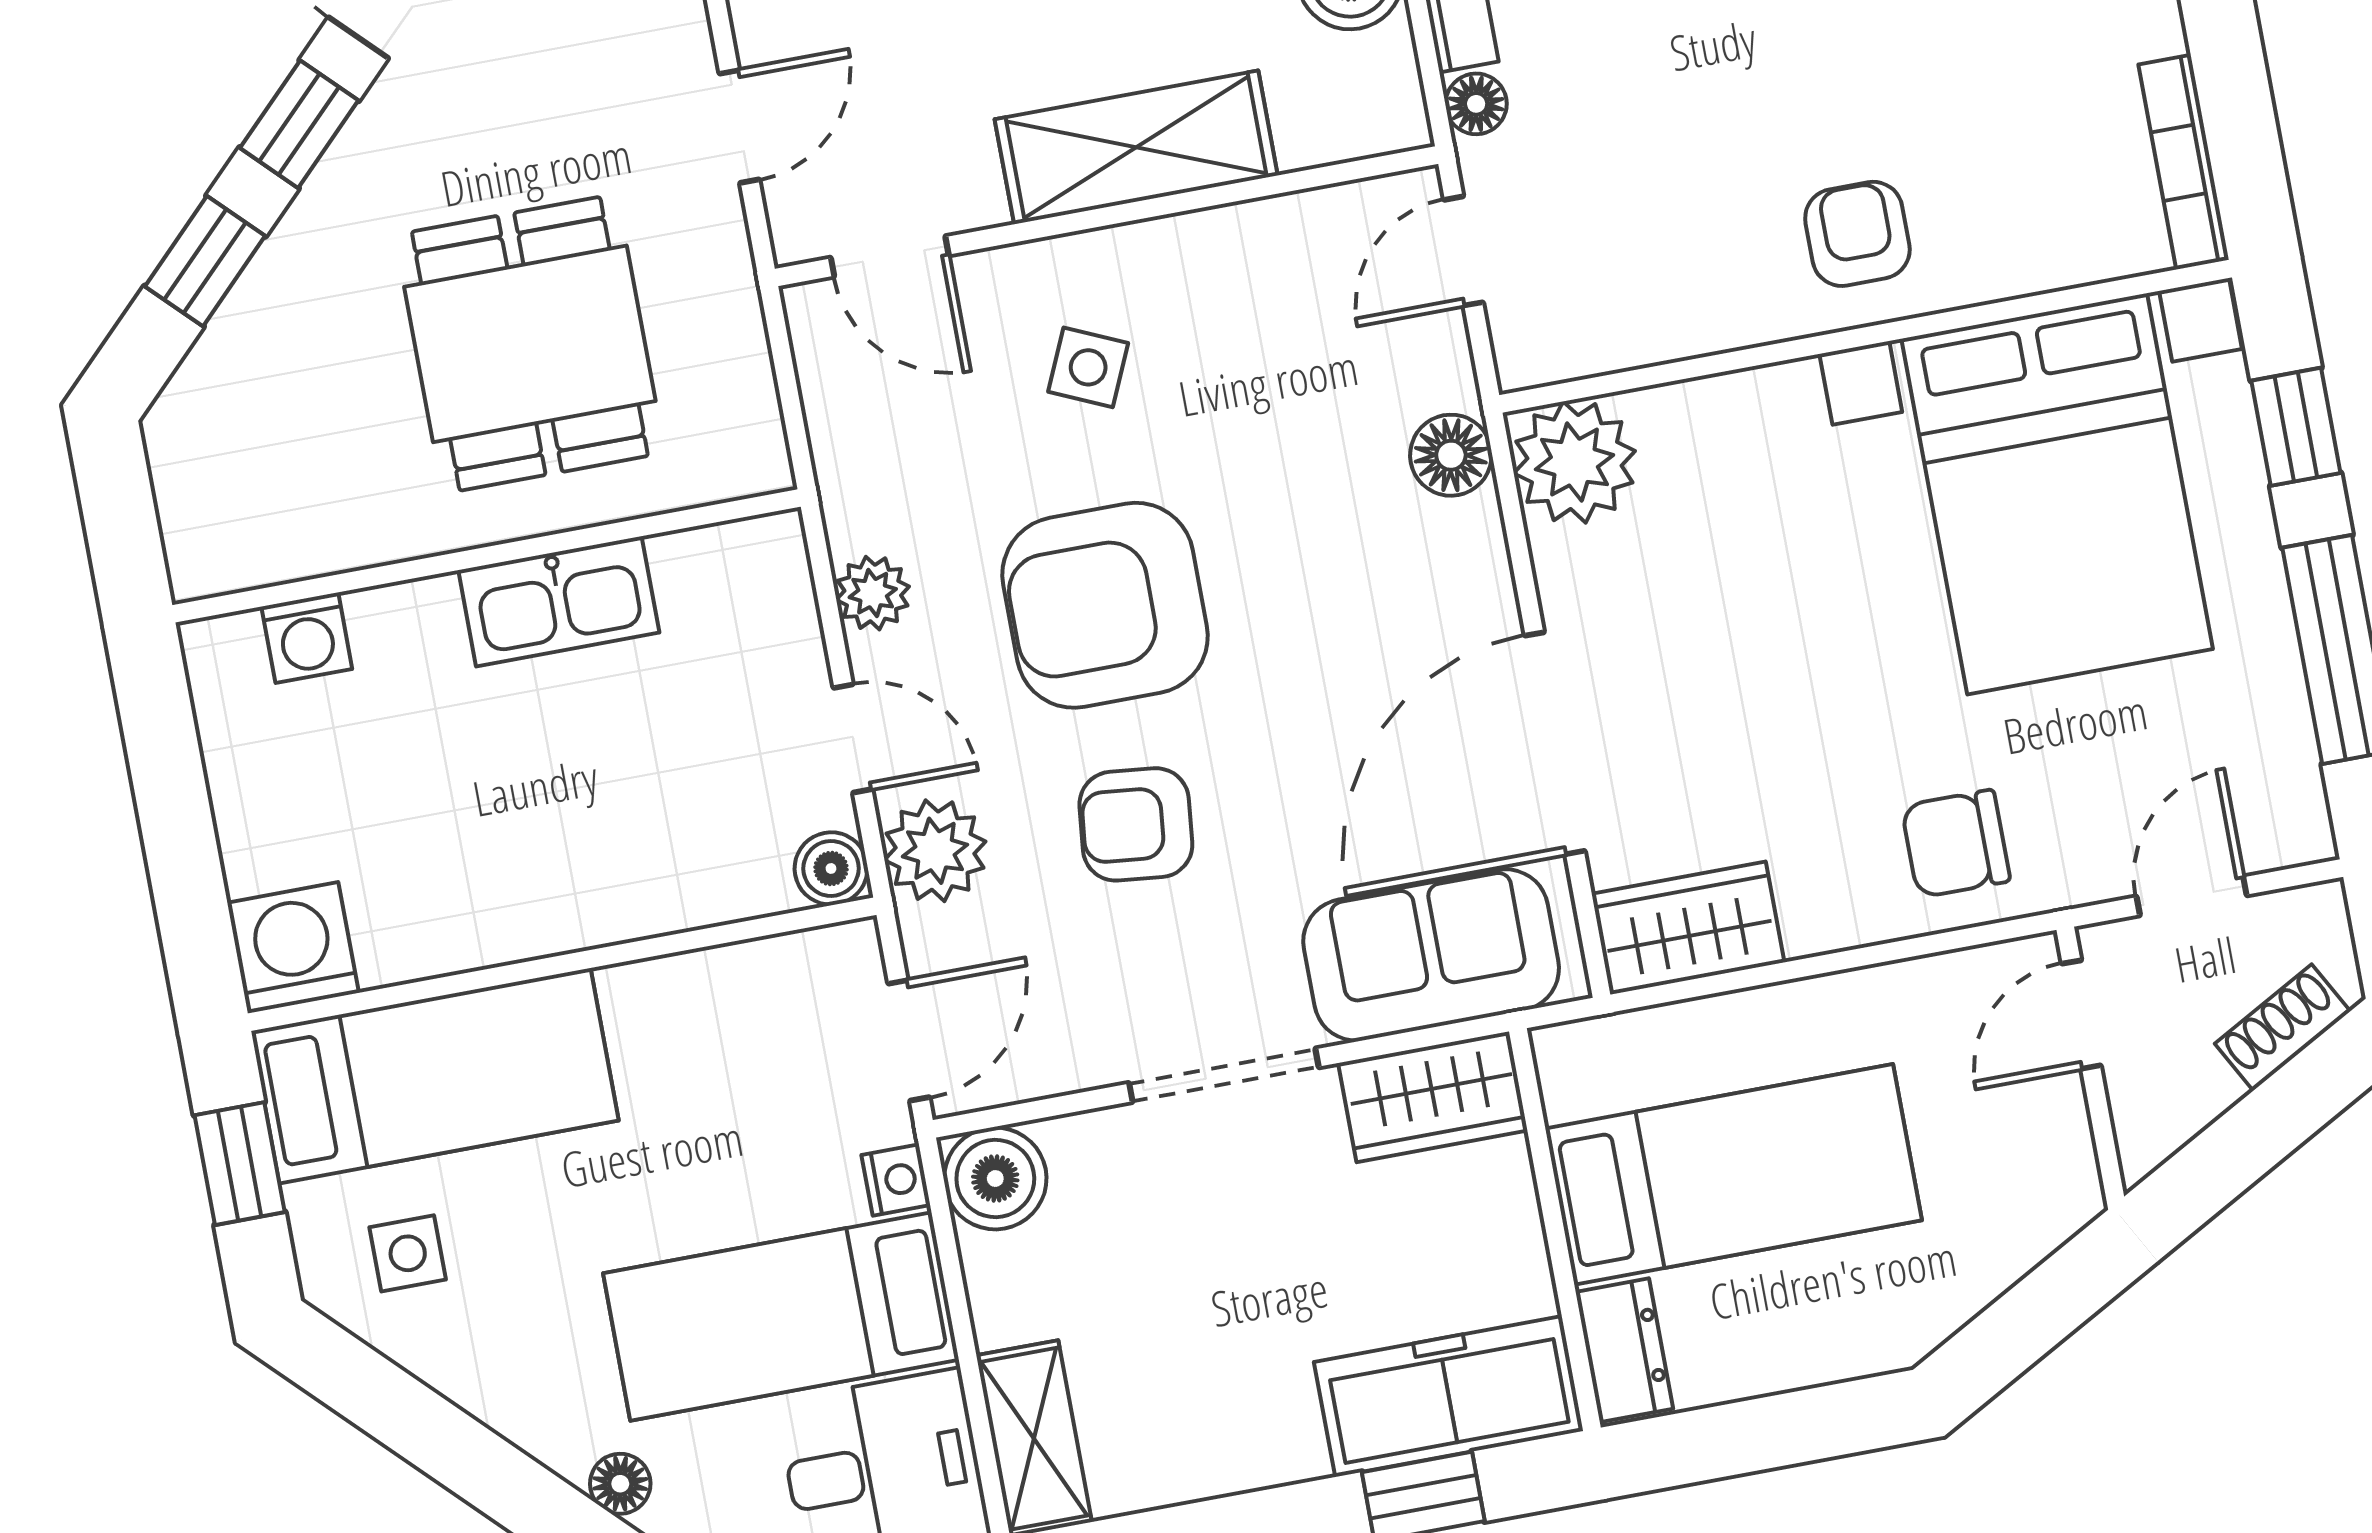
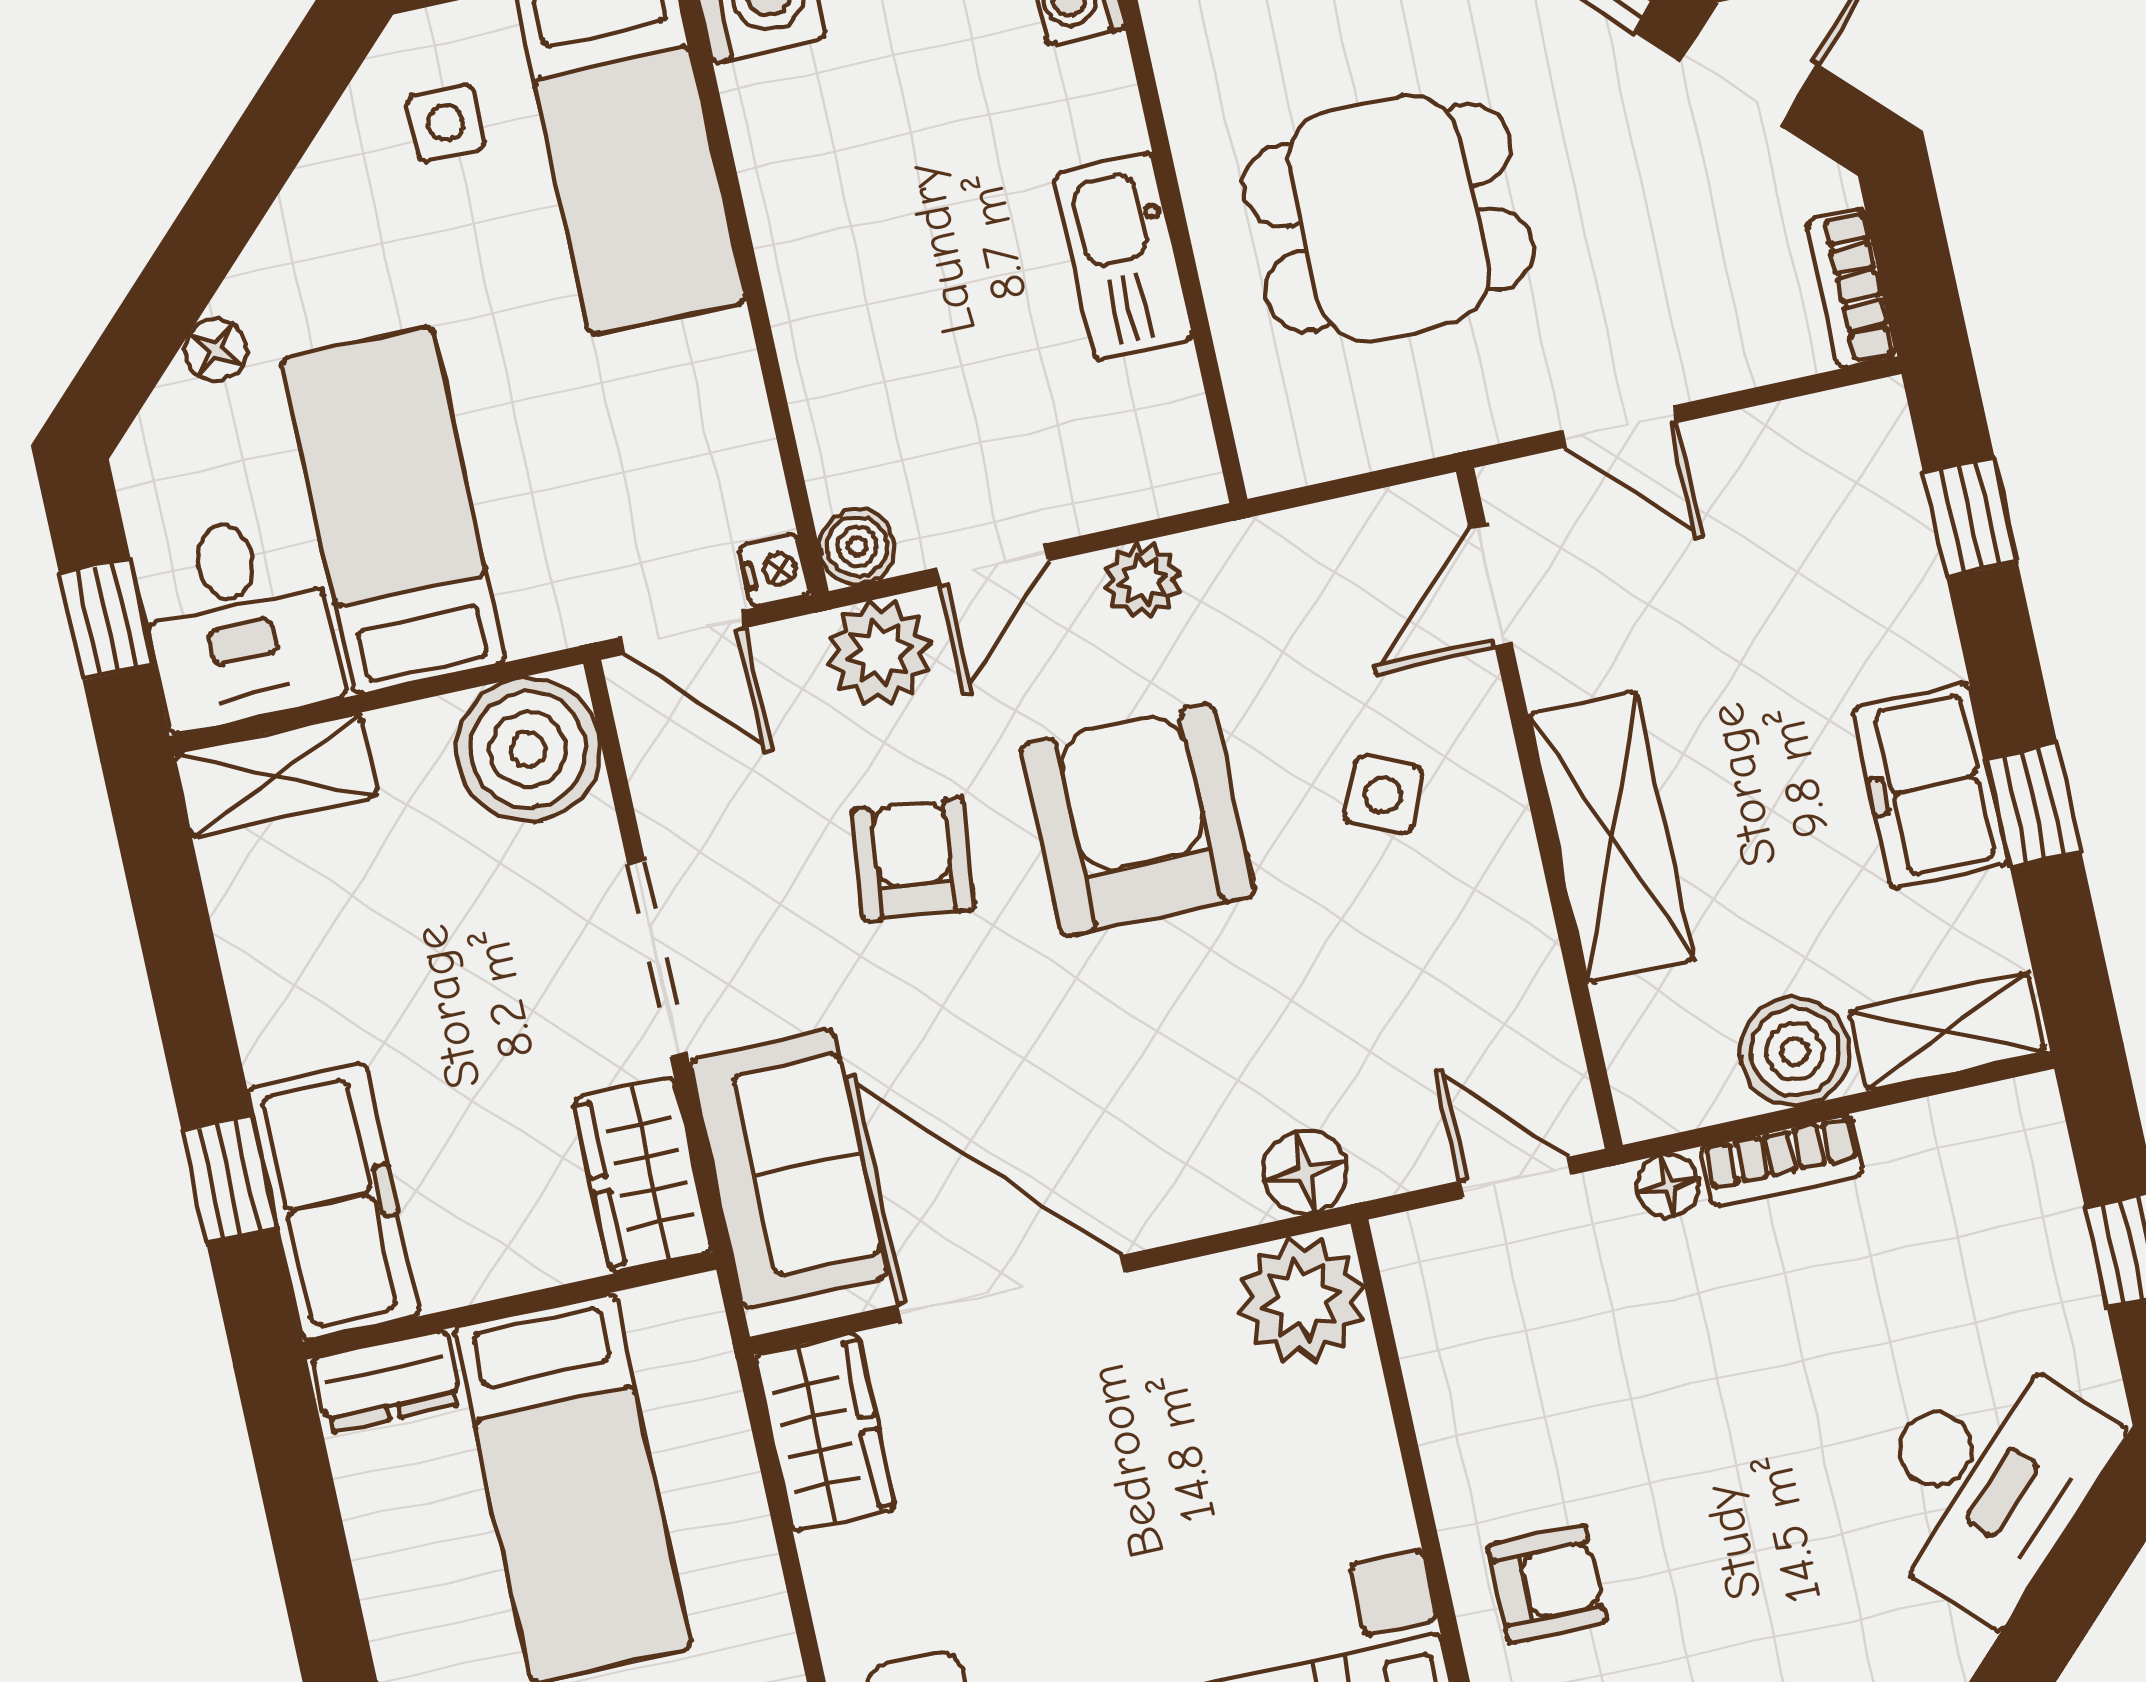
boiler: (995, 1179) -> (528, 750), width x1.37, depth x1.37
nightstand: (896, 1180) -> (774, 570), moved, turned -90

